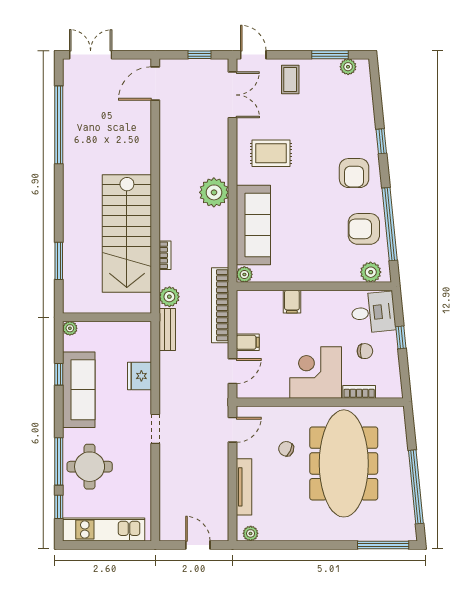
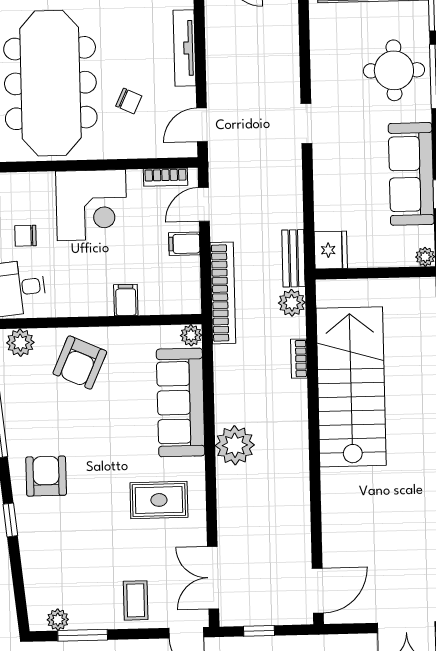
armchair: (364, 229) -> (80, 363), moved, turned 114
fridge: (140, 376) -> (331, 250), moved
bookcase: (359, 392) -> (165, 177), moved

